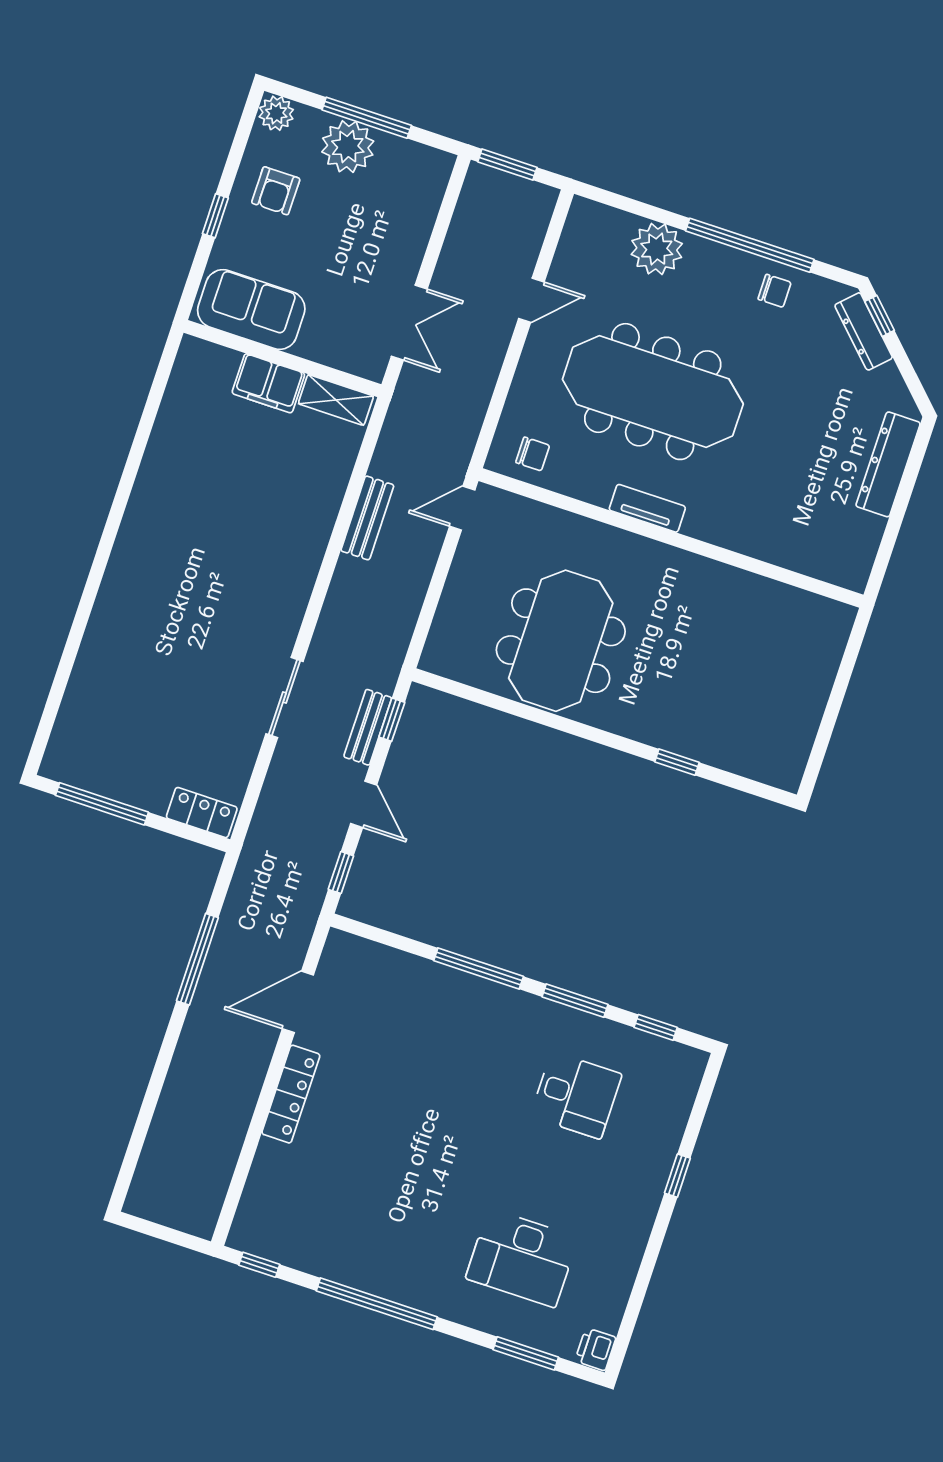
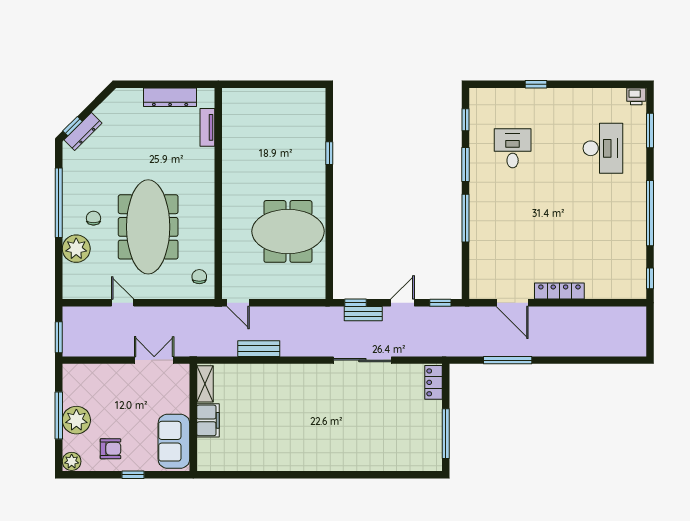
chair: (775, 291) -> (93, 218), moved
dresser: (888, 464) -> (170, 97), moved
tv unit: (647, 508) -> (207, 127), moved
sliding door: (284, 698) -> (362, 360), width x1.37

